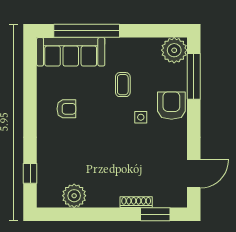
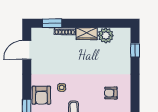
wardrobe: (103, 198) -> (87, 34), added

